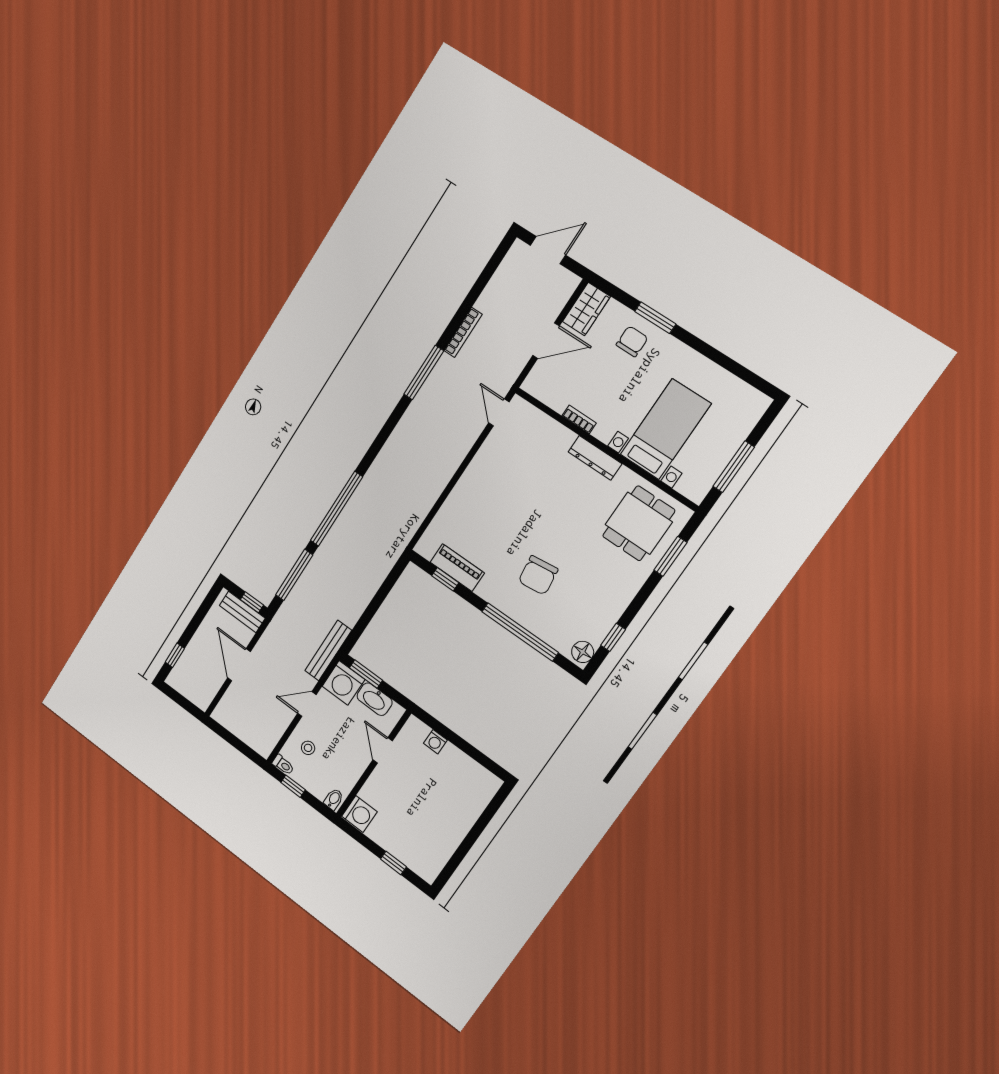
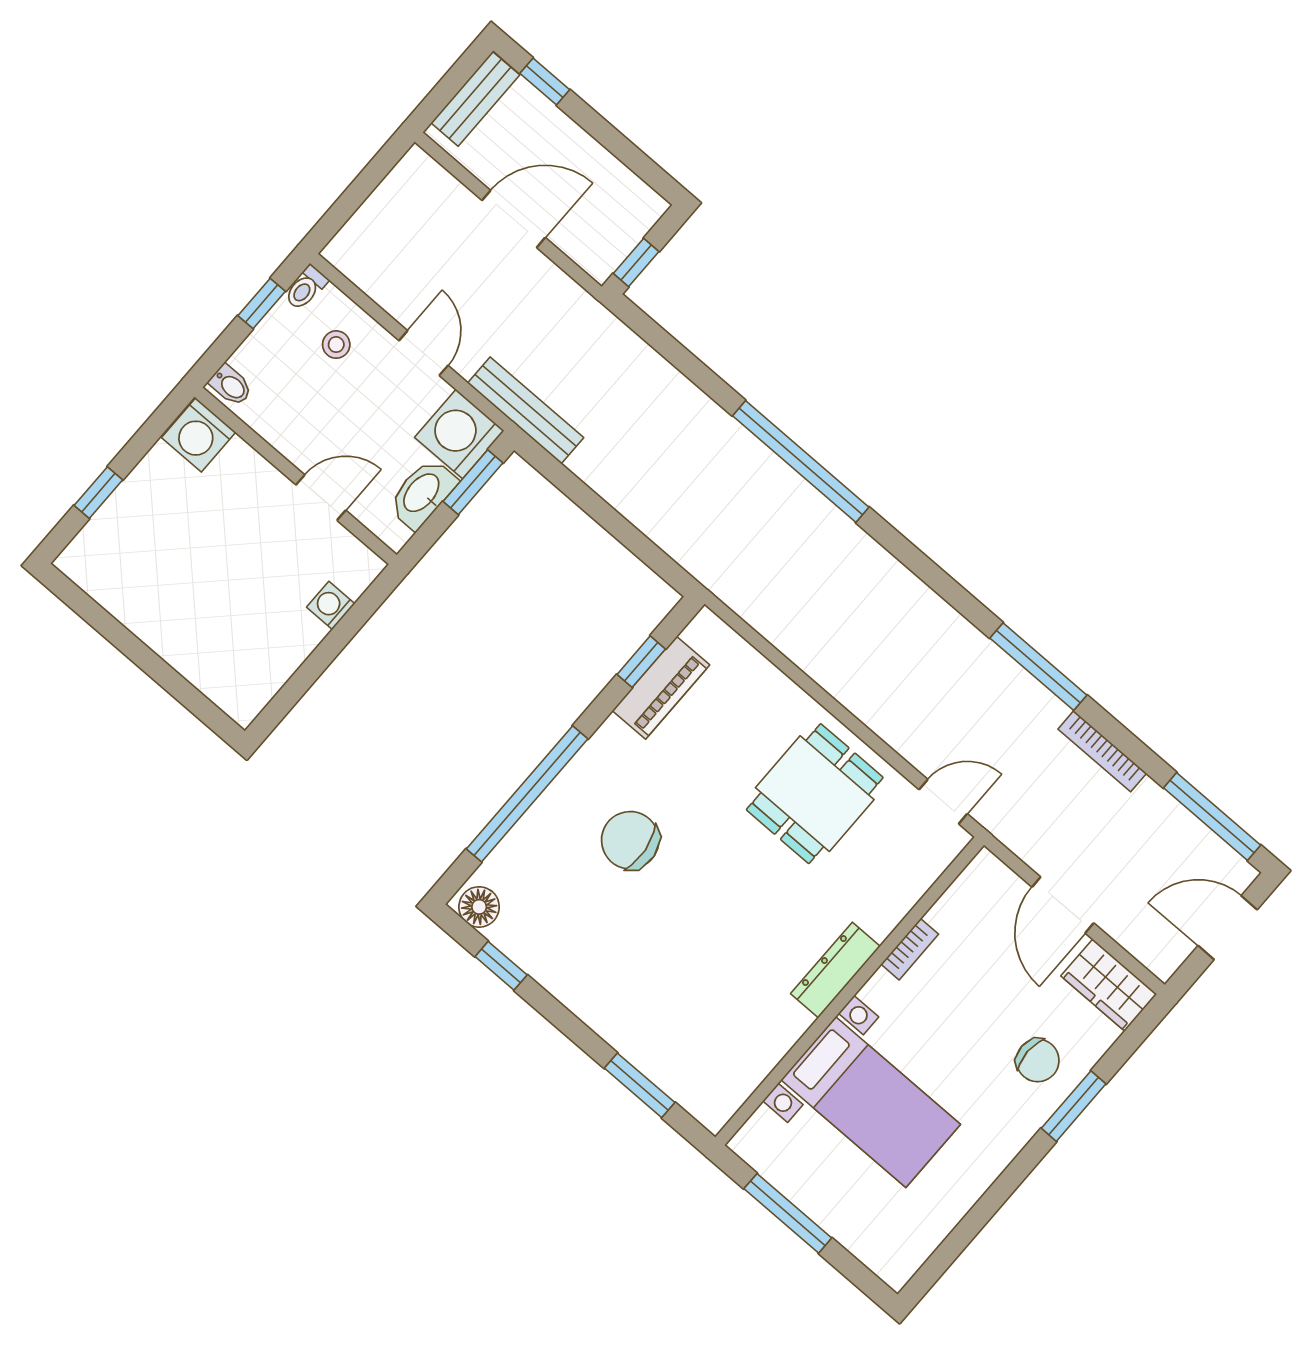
door: (548, 250) -> (1228, 928), swing flipped
dining table: (639, 523) -> (815, 794), moved, turned 90
window: (294, 575) -> (1212, 816), moved
bench: (242, 612) -> (475, 99), moved

